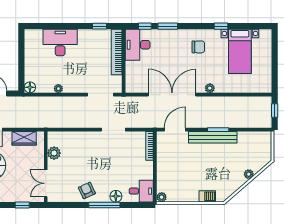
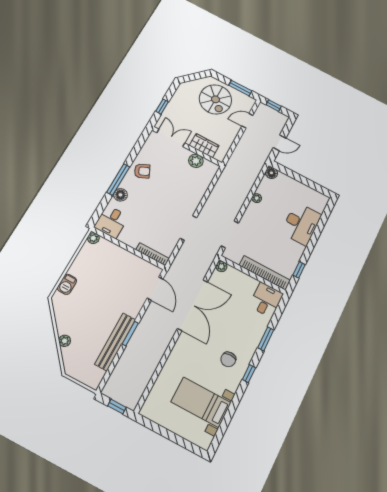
window: (145, 26) -> (277, 315), removed
window: (221, 26) -> (249, 374), moved
desk: (138, 45) -> (266, 300), width x0.73
plant: (210, 88) -> (221, 266), moved
bench: (213, 137) -> (115, 342), moved
wardrobe: (24, 138) -> (204, 146), moved, turned 90

